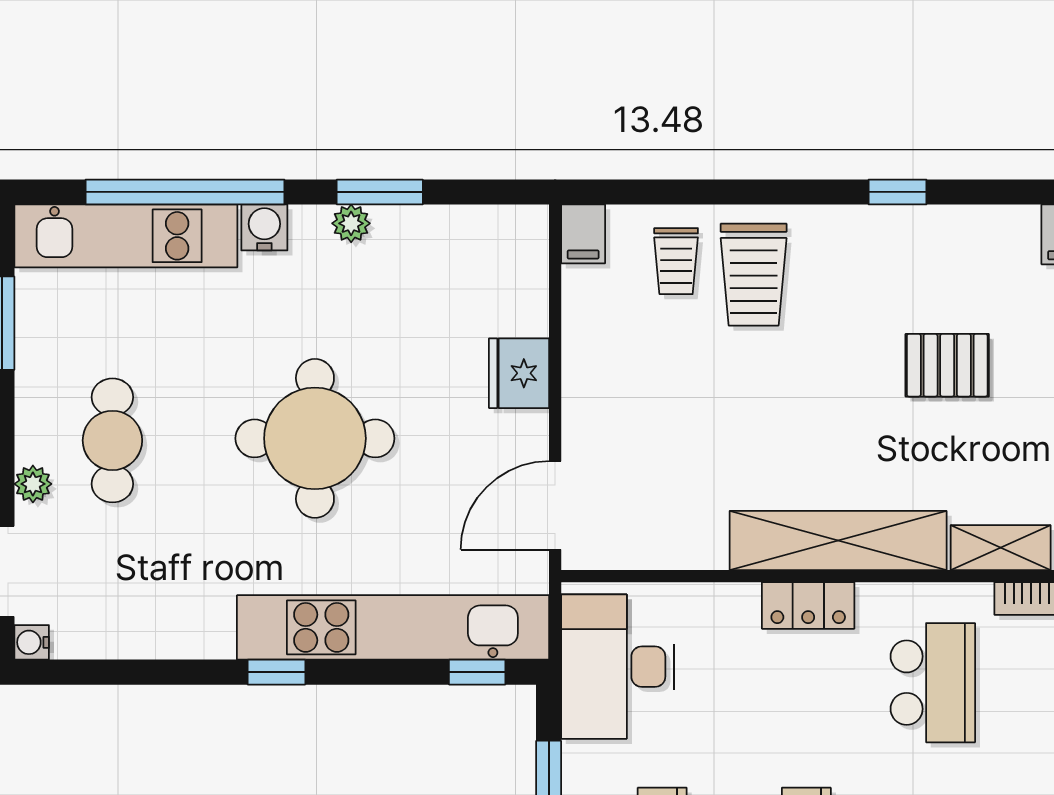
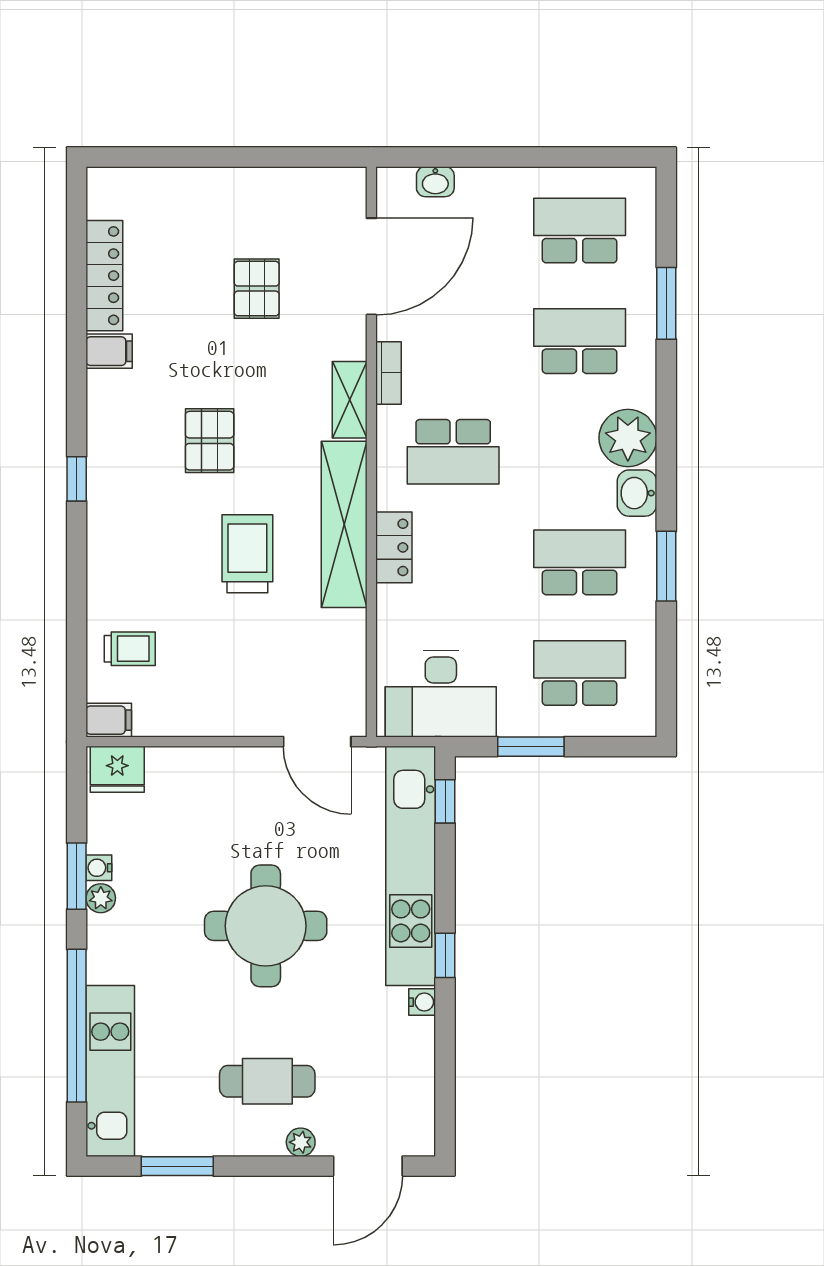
water cooler: (264, 227) -> (99, 868), moved, width x0.72, depth x0.72
trolley: (754, 275) -> (247, 554), moved, turned -90
fridge: (519, 373) -> (117, 769), moved
water cooler: (32, 642) -> (422, 1002), moved, turned -90
school desk: (933, 683) -> (453, 452), turned 180

